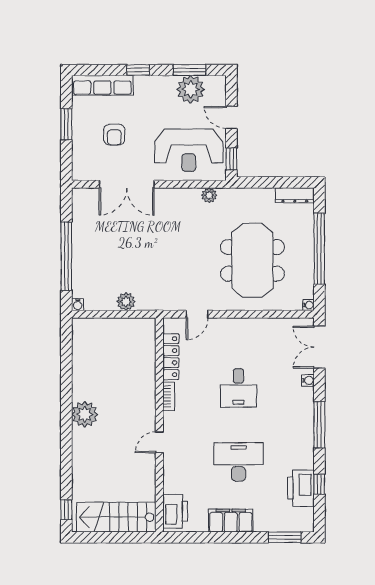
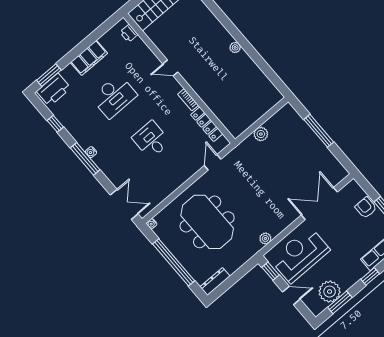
armchair: (114, 135) -> (366, 208), moved
window: (66, 256) -> (319, 131), width x0.68
water cooler: (78, 305) -> (288, 108), removed
water cooler: (308, 380) -> (91, 152), moved
plant: (85, 414) -> (235, 47), width x0.53, depth x0.53
door: (159, 442) -> (170, 68), swing flipped
printer: (301, 488) -> (54, 90), moved, turned 90
printer: (175, 511) -> (129, 33), width x0.53, depth x0.68

